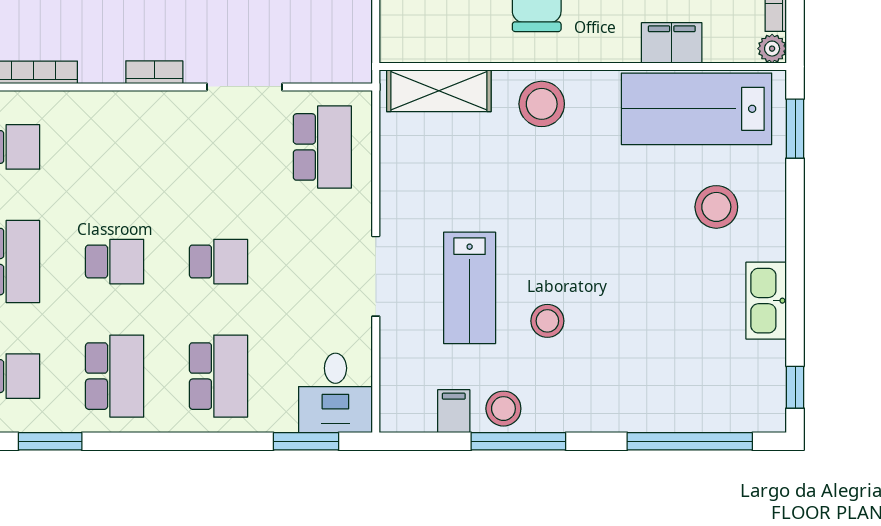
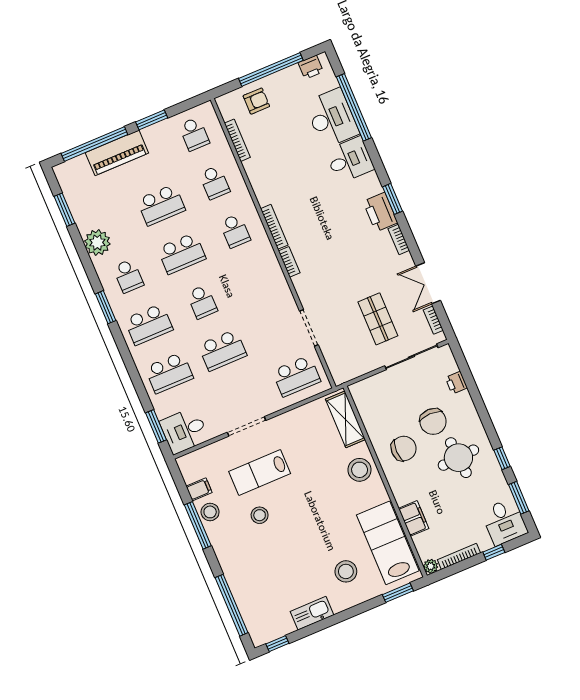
bookcase: (154, 72) -> (289, 262), moved
school desk: (218, 262) -> (222, 350), width x1.85

